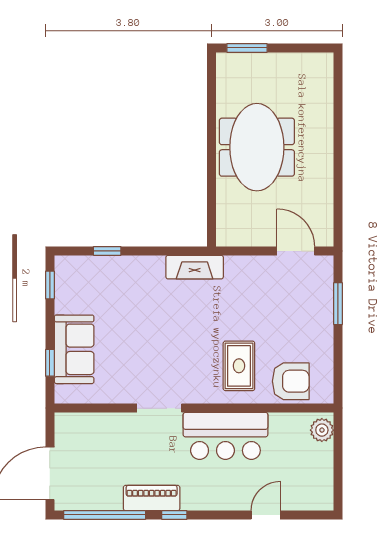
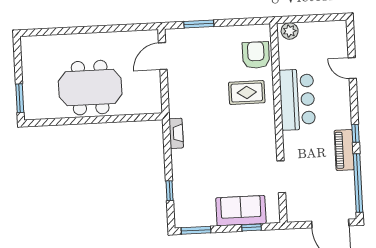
fireplace: (195, 267) -> (176, 133), width x0.73, depth x0.76
window: (50, 285) -> (196, 230), width x1.50
doorway: (159, 408) -> (281, 177), moved

